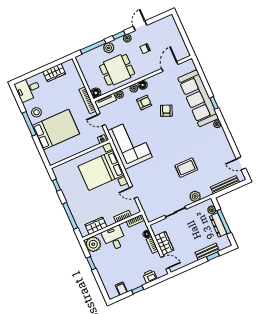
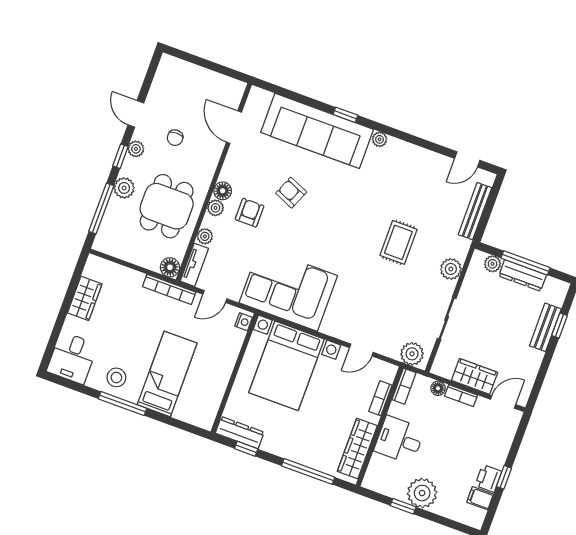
bed: (56, 130) -> (167, 374), width x0.67
dresser: (60, 177) -> (240, 433), added
plant: (150, 212) -> (412, 354), added
wardrobe: (96, 226) -> (357, 449), width x1.50
plant: (93, 244) -> (422, 493), moved
printer: (150, 276) -> (488, 478), moved

